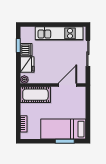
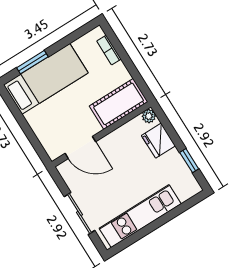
dishwasher: (26, 50) -> (174, 162), removed
door: (67, 85) -> (80, 147), hinge flipped

